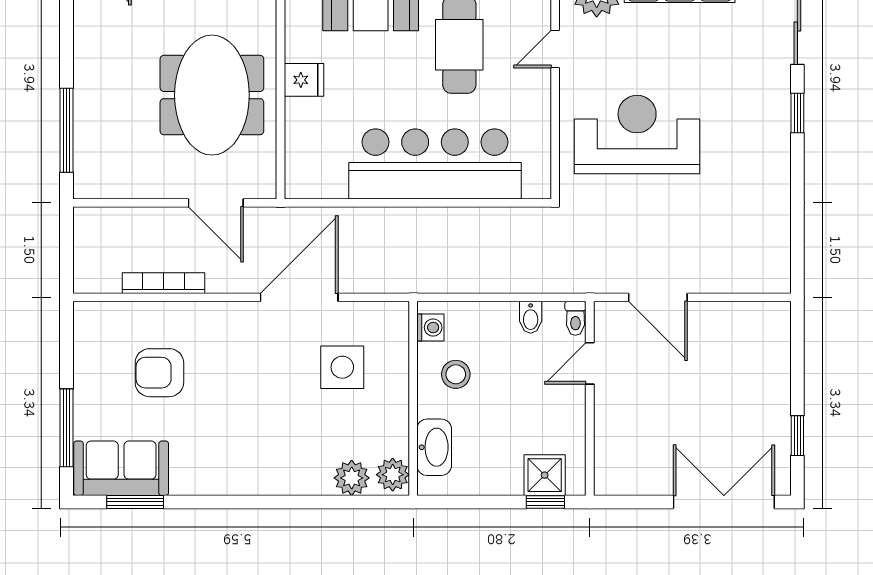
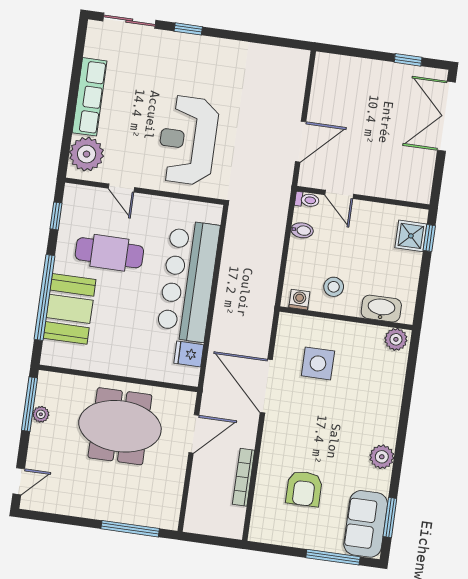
fridge: (304, 80) -> (189, 354), moved, turned -90
plant: (352, 478) -> (382, 457), moved

